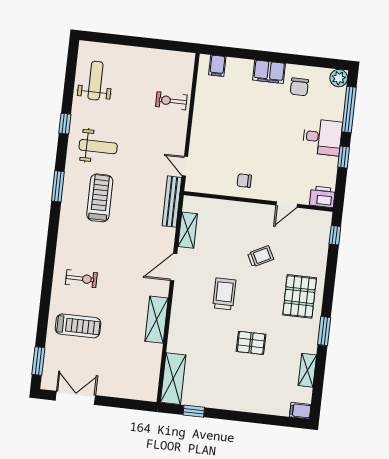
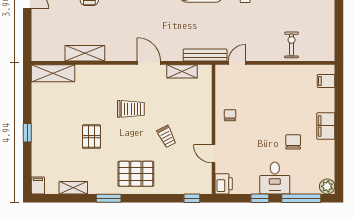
chair: (299, 87) -> (293, 142), moved, turned 90
shelving: (157, 320) -> (85, 53), moved
window: (194, 411) -> (27, 133), moved

